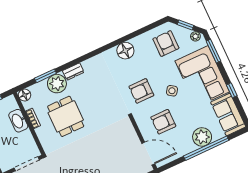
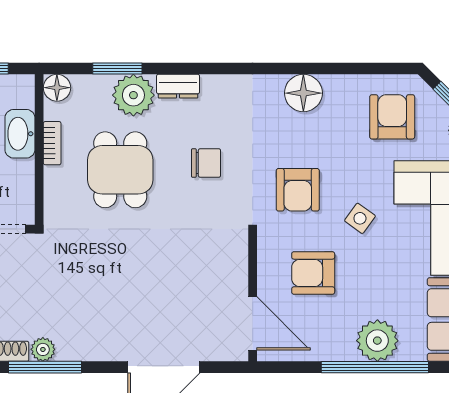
armchair: (141, 91) -> (298, 190), turned -90
chair: (99, 97) -> (206, 163), added

